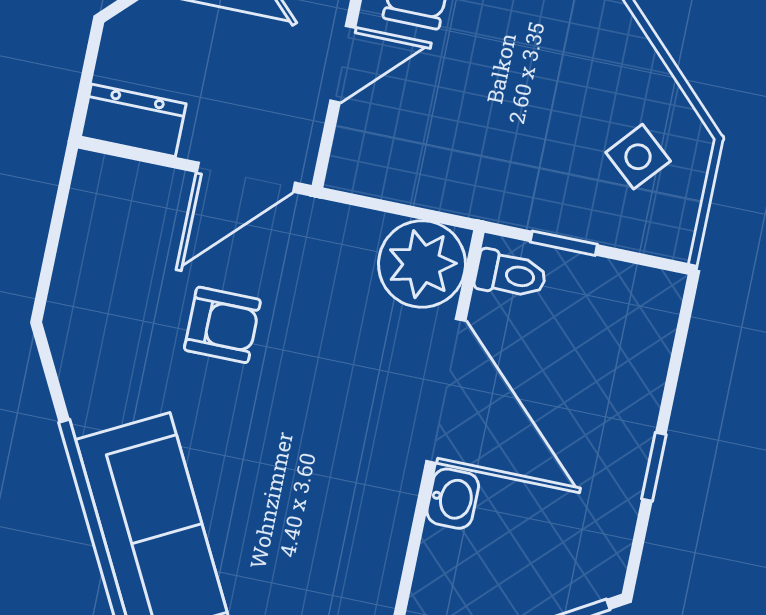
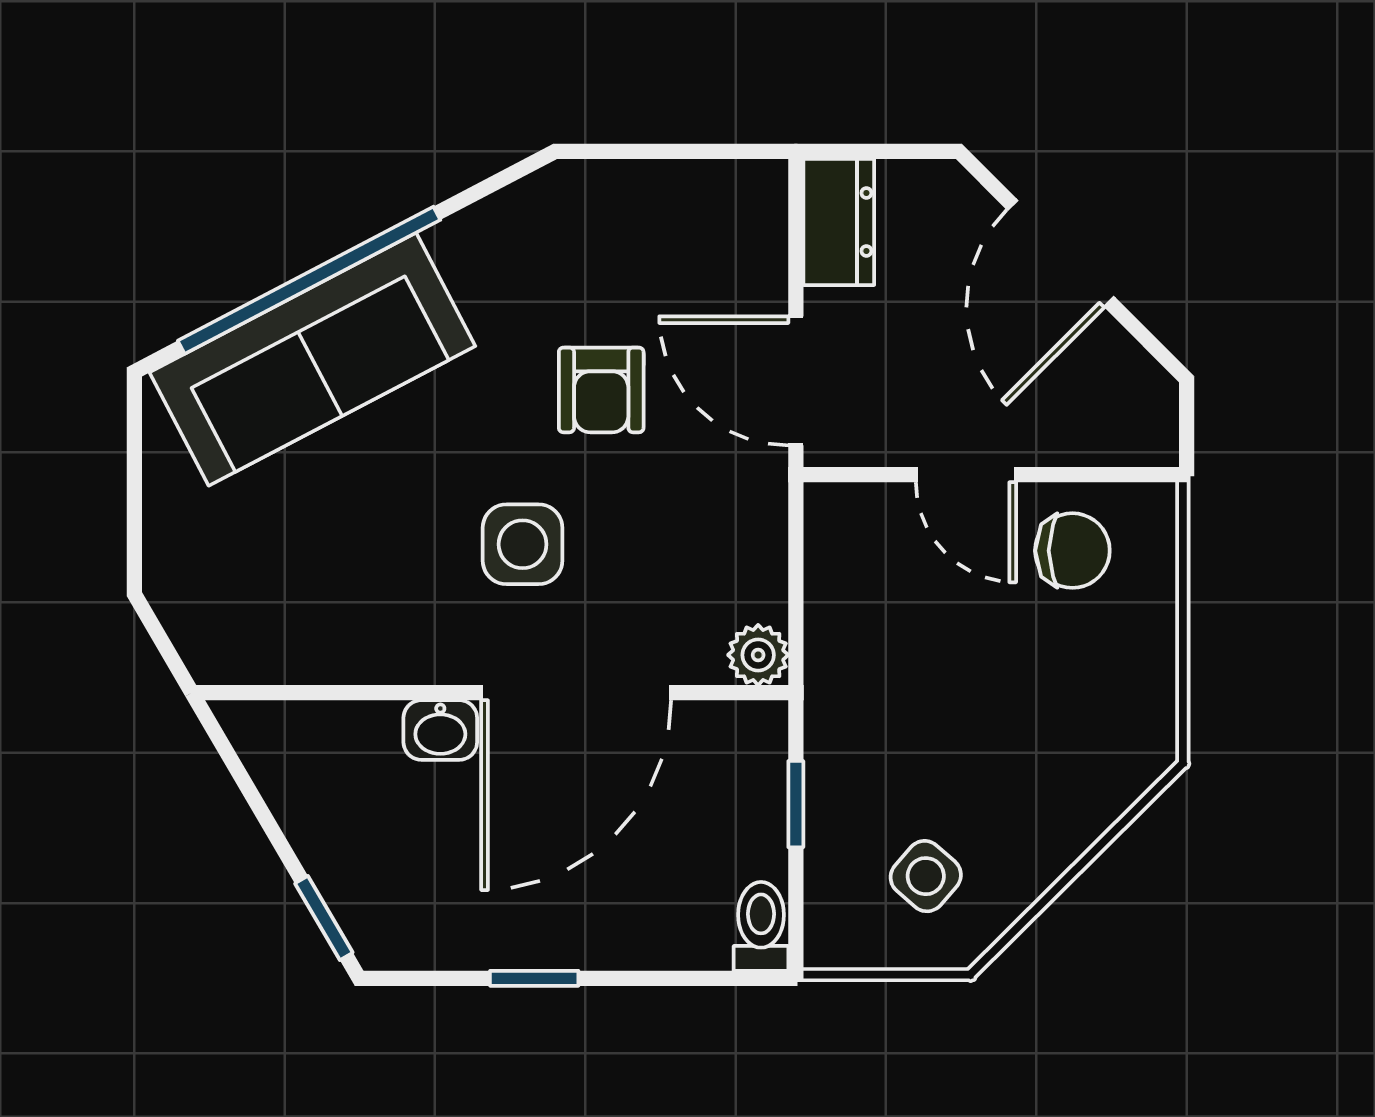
plant: (422, 264) -> (758, 655), width x0.53, depth x0.53
toilet: (511, 274) -> (761, 926), moved, turned 180
side table: (326, 408) -> (523, 544), added

